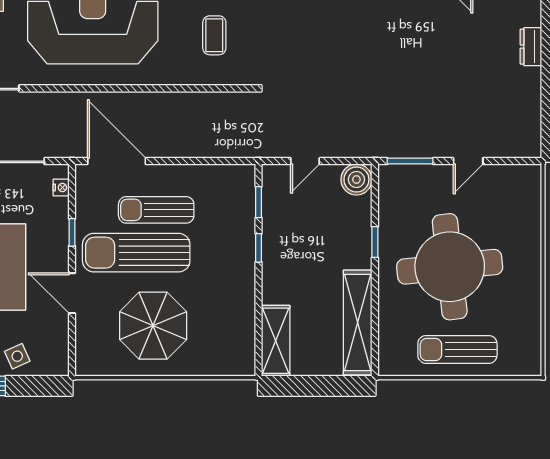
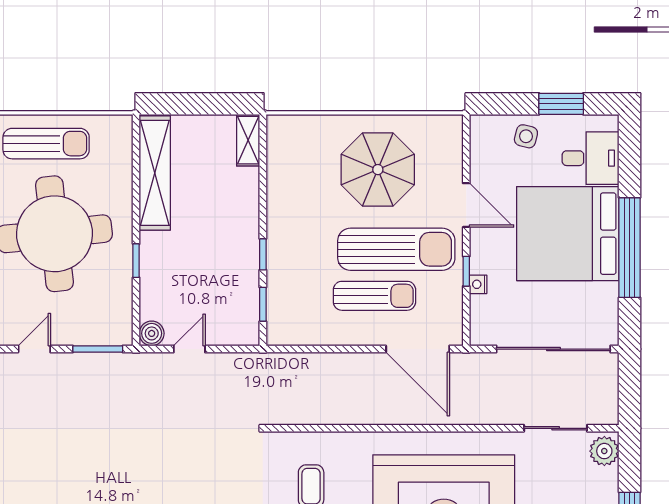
door: (305, 161) -> (189, 349), moved
boiler: (356, 180) -> (152, 333), width x0.73, depth x0.73
nightstand: (61, 187) -> (478, 284), moved
shelving: (276, 341) -> (248, 140), width x0.67, depth x0.75
side table: (17, 356) -> (526, 136), turned 38

